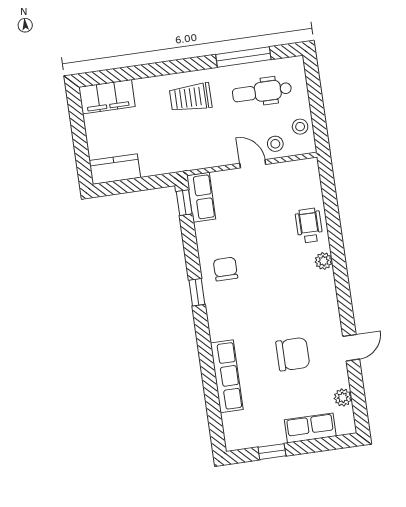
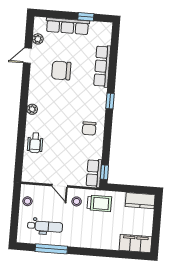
trolley: (191, 97) -> (99, 203), moved
stool: (275, 144) -> (77, 201), moved
plant: (324, 261) -> (32, 109), moved
window: (197, 292) -> (110, 101), moved
door: (351, 348) -> (27, 56), moved
row of seats: (310, 428) -> (68, 26), width x1.48

